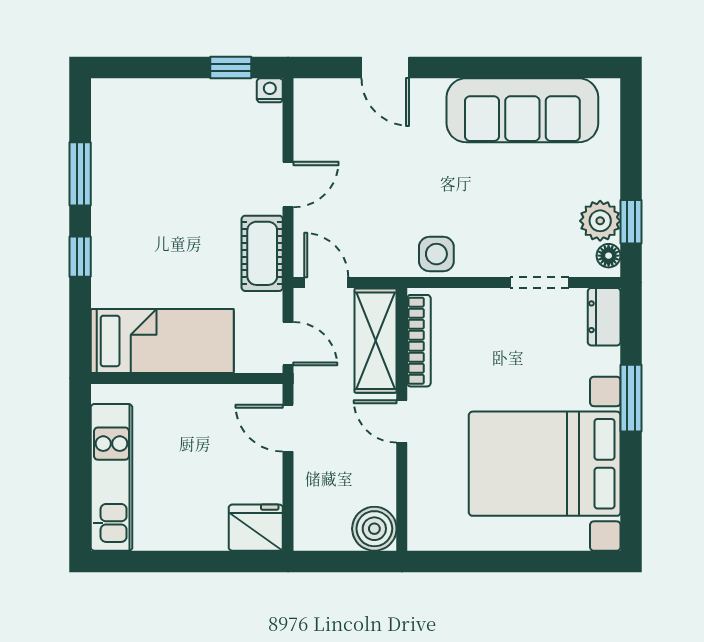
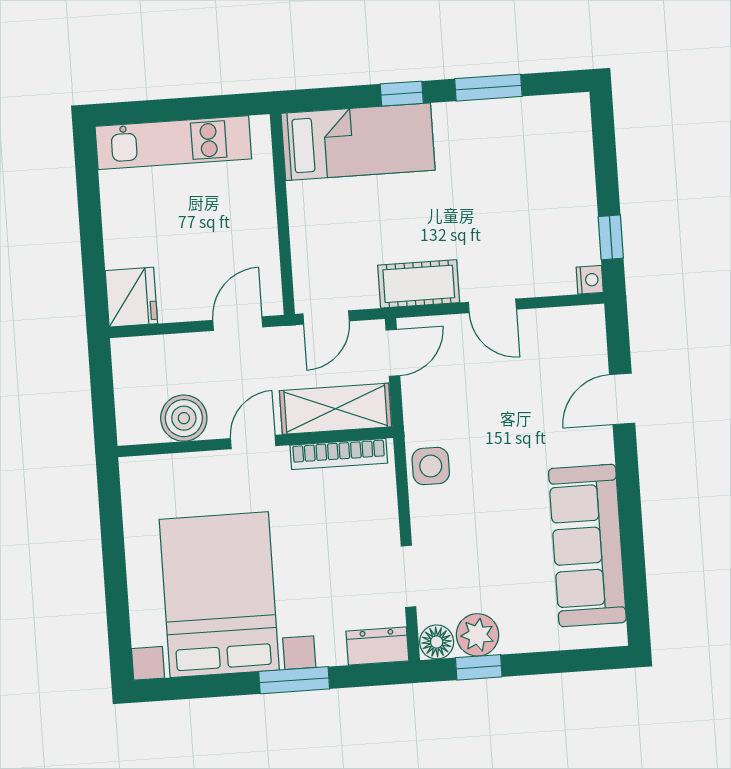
floor lamp: (609, 256) -> (437, 642), width x1.37, depth x1.37
bed: (162, 341) -> (358, 142), moved, turned -90
boiler: (374, 529) -> (184, 418), moved

